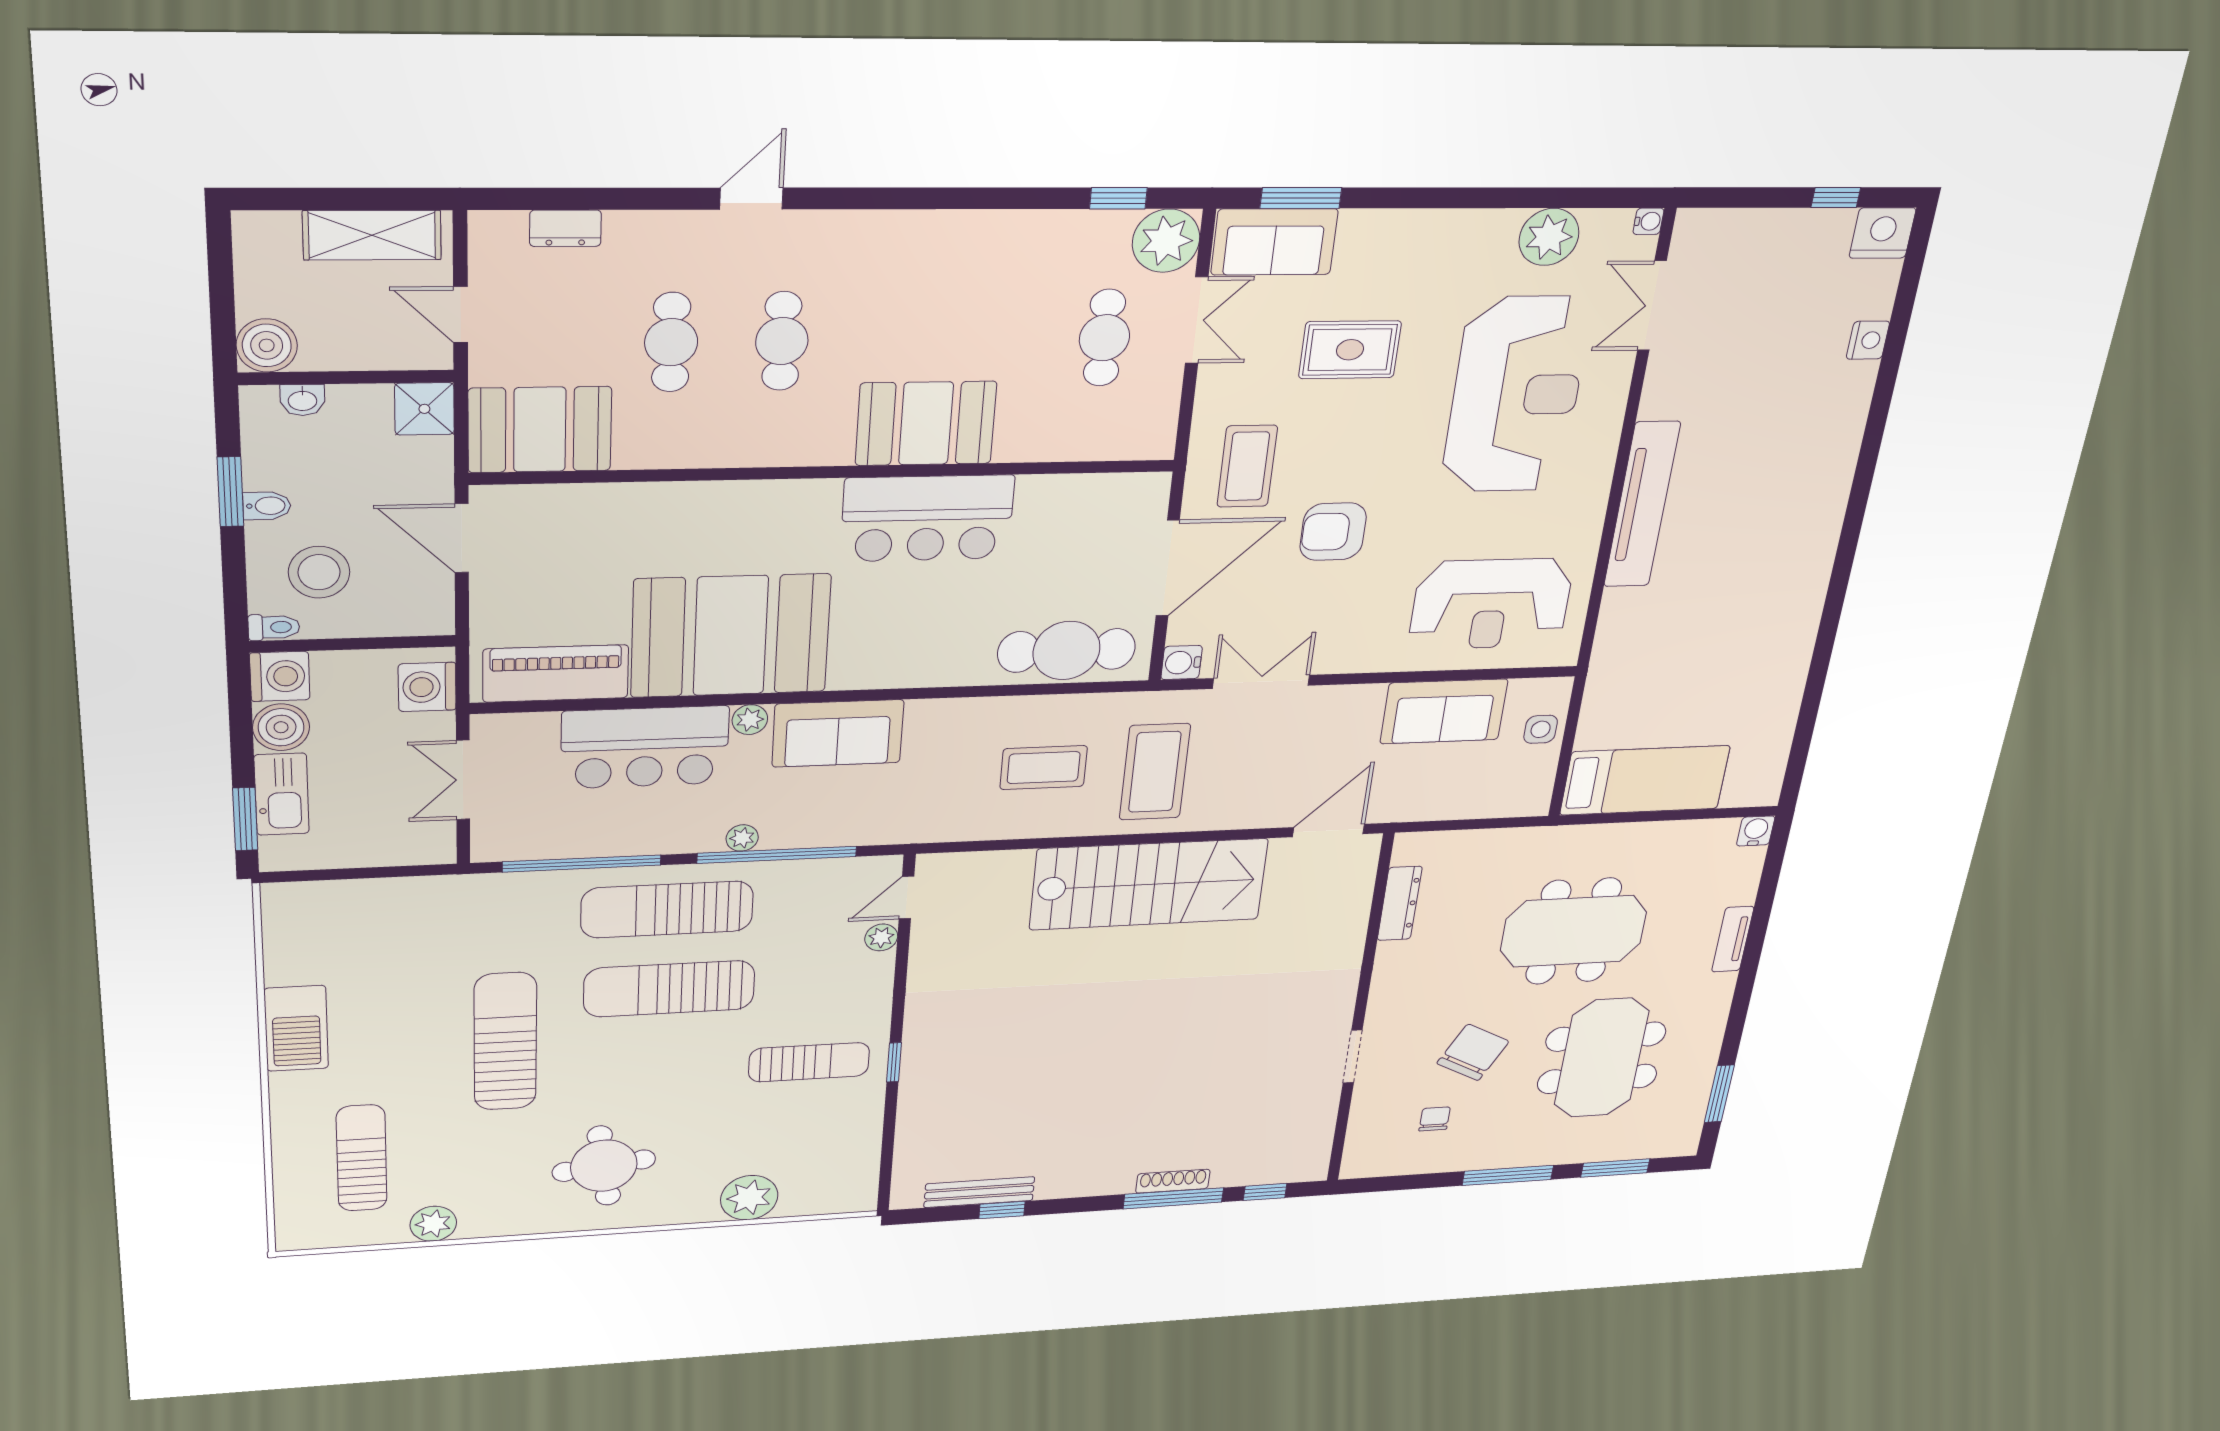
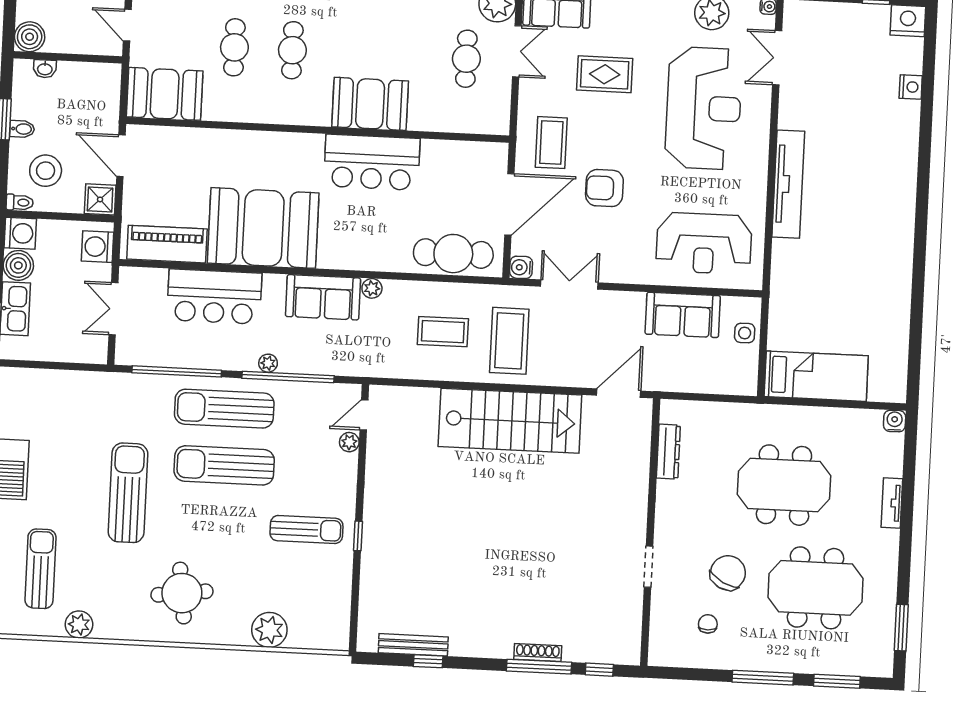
shower: (424, 409) -> (100, 199), moved
plant: (750, 720) -> (372, 288), moved
meeting table: (1602, 1058) -> (816, 588), turned 90

